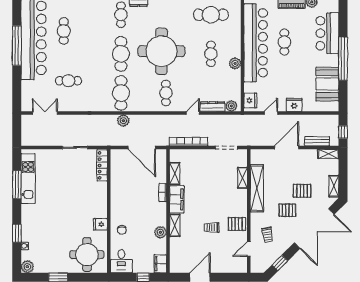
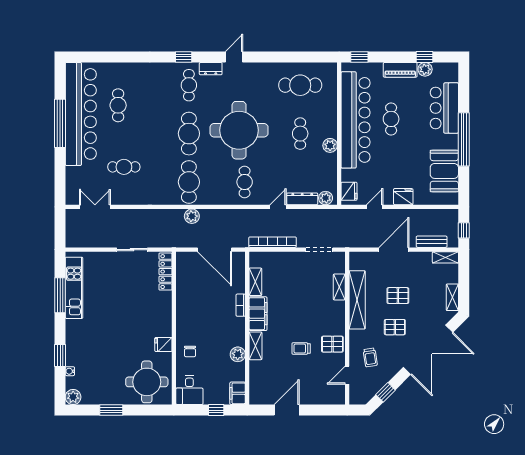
pallet: (302, 191) -> (398, 296), moved

